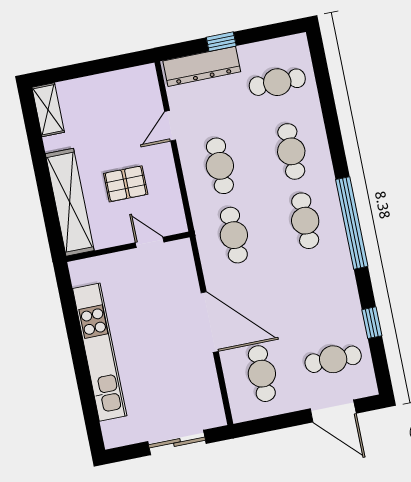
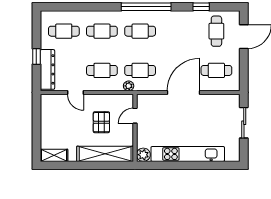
cafe table: (277, 82) -> (64, 31), turned 90
plant: (202, 220) -> (129, 86), added
plant: (82, 272) -> (143, 155), added

